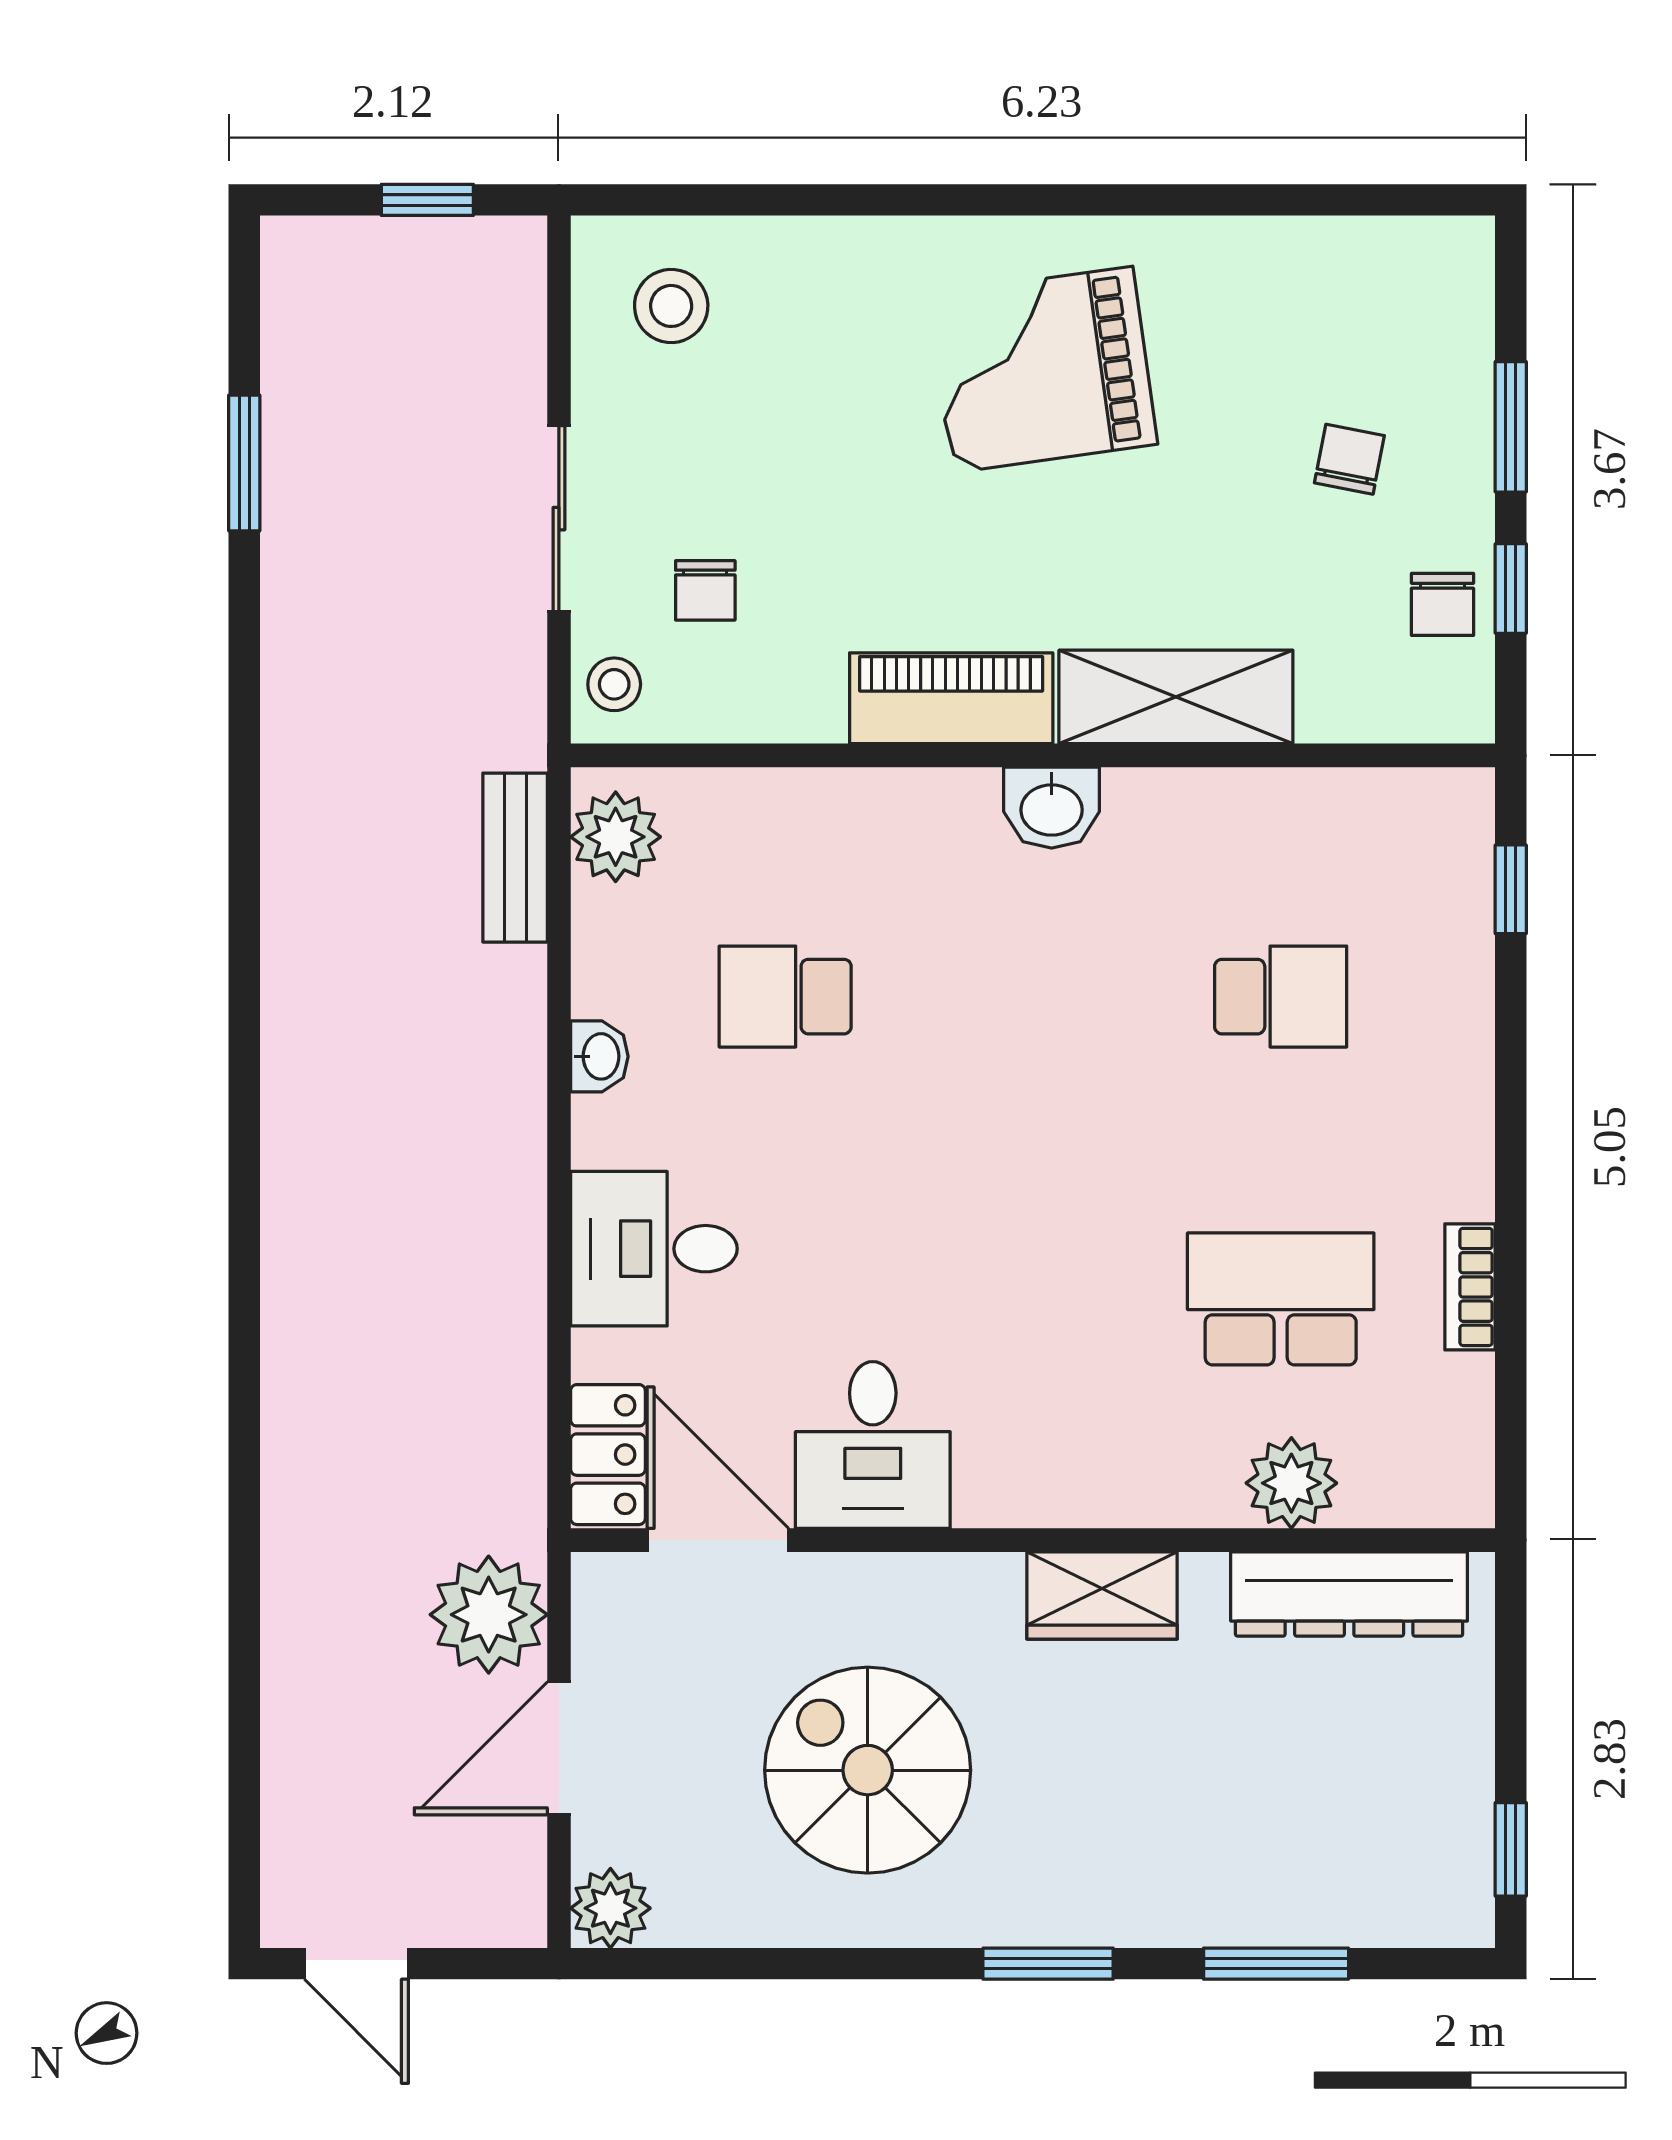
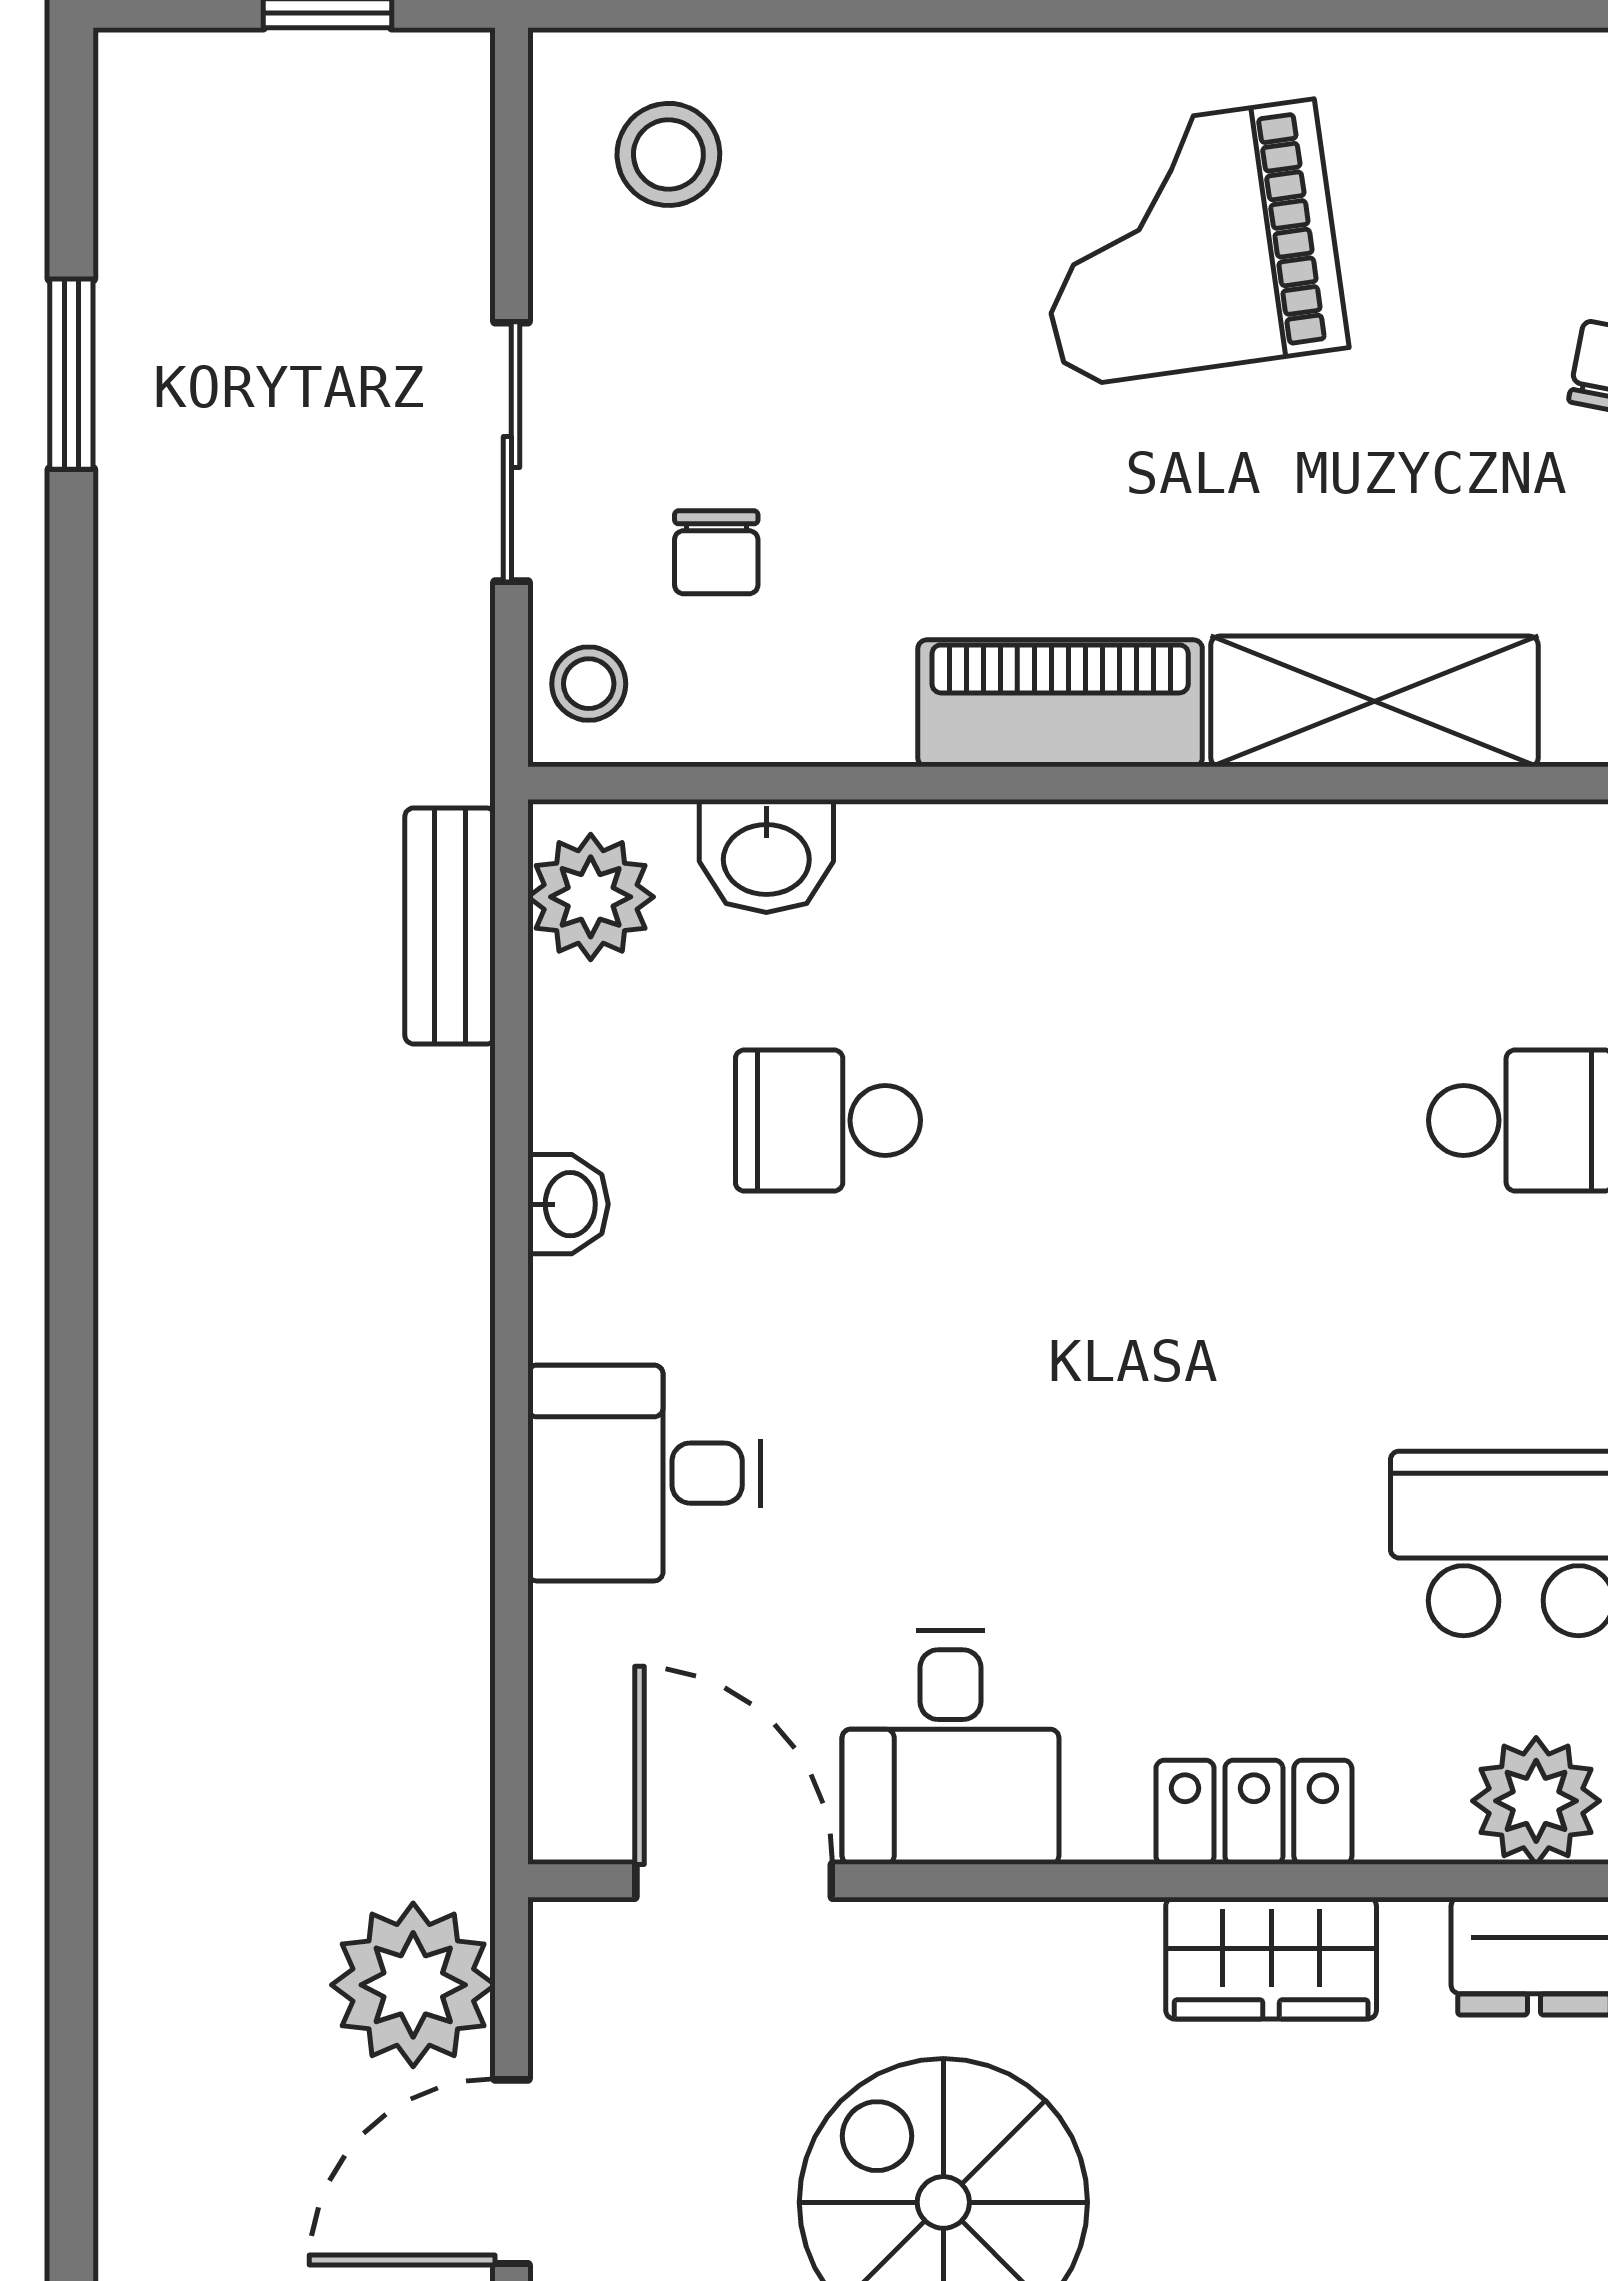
washbasin: (1052, 808) -> (766, 856), moved
locker: (608, 1455) -> (1254, 1812), moved, turned -90

